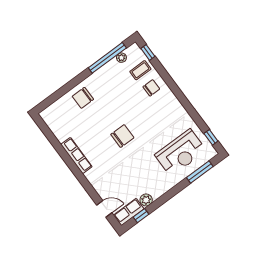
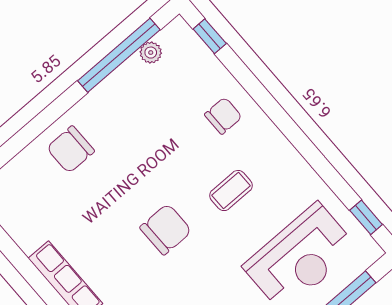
coffee table: (140, 70) -> (231, 191), moved

